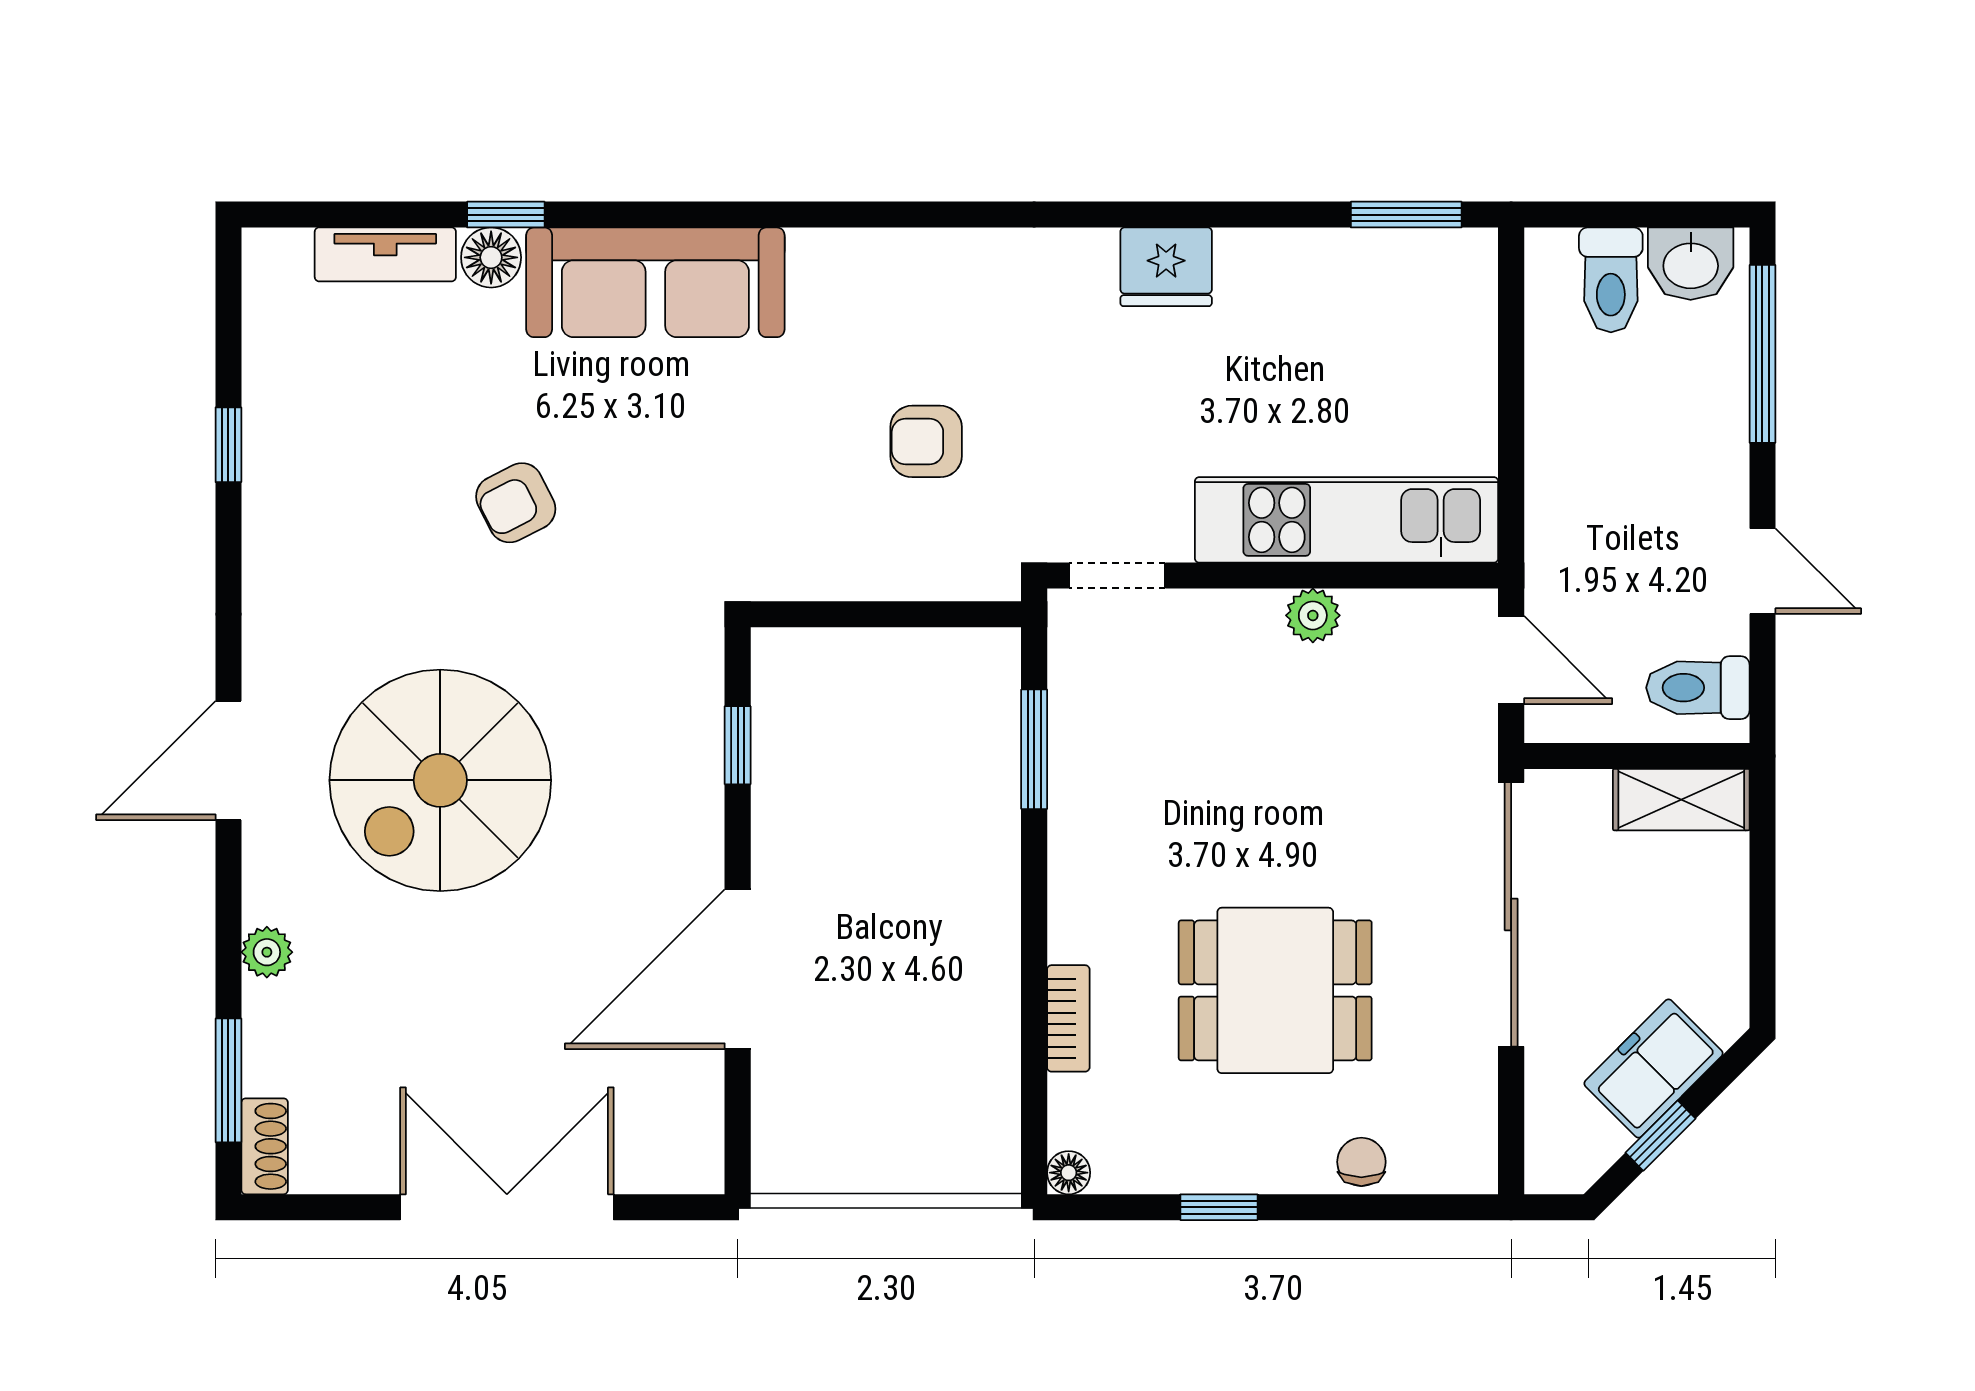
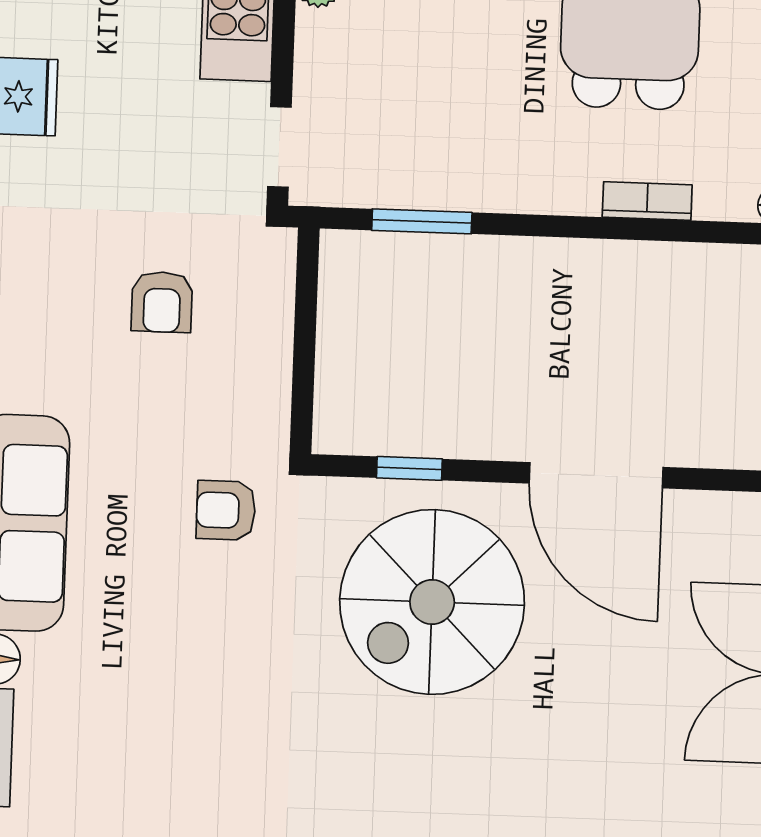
armchair: (516, 503) -> (226, 510), moved, turned 117
spiral stairs: (440, 780) -> (432, 602), moved, turned 90

